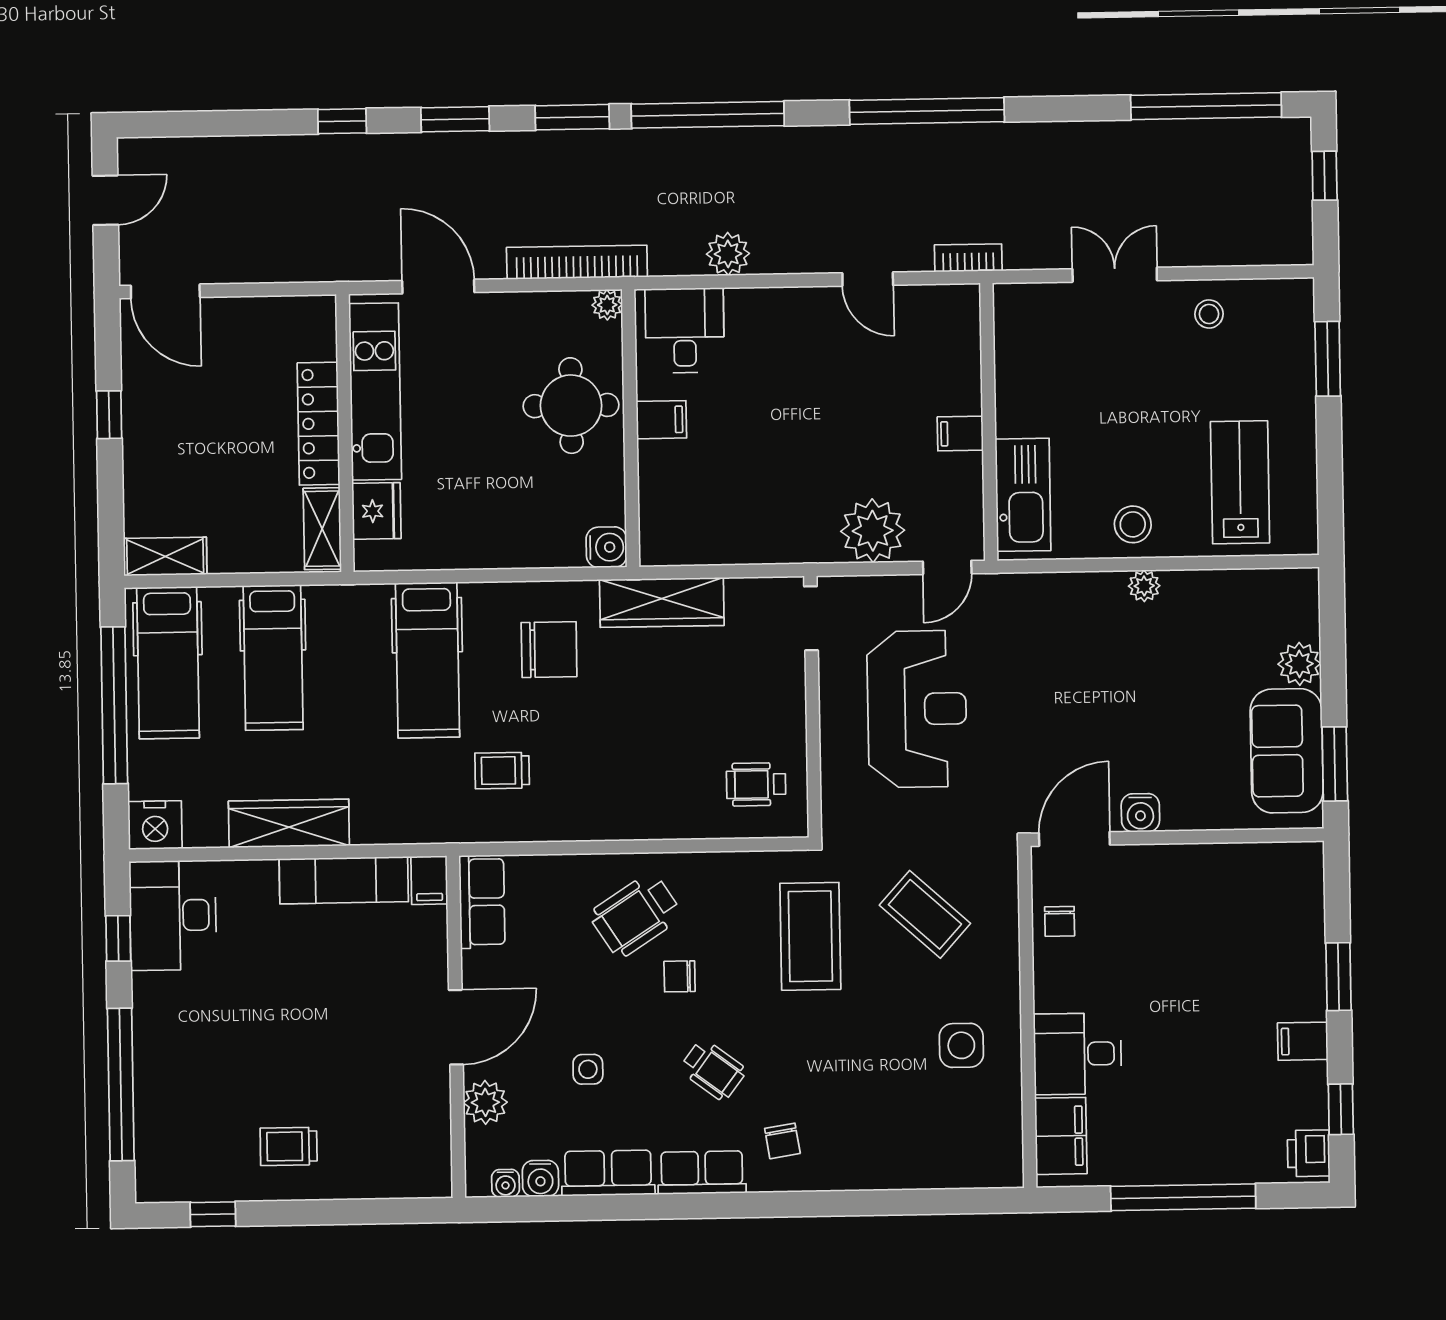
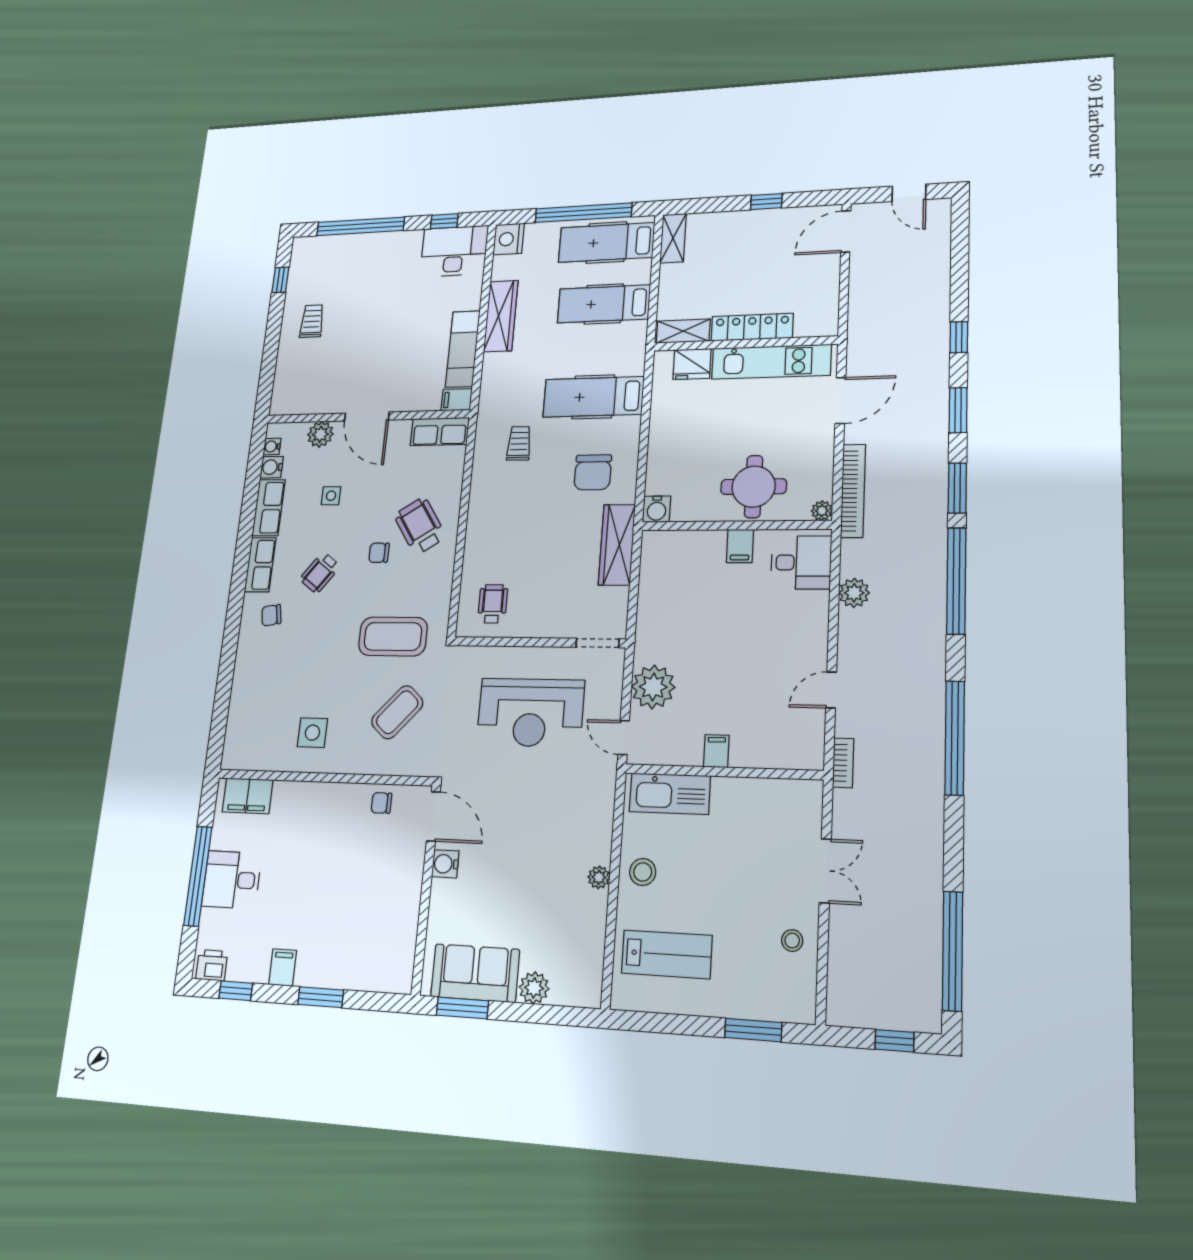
chair: (680, 976) -> (379, 553), turned -90
desk: (1077, 1054) -> (232, 880), moved, turned -90

